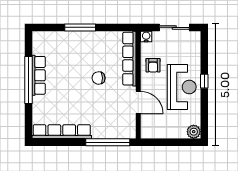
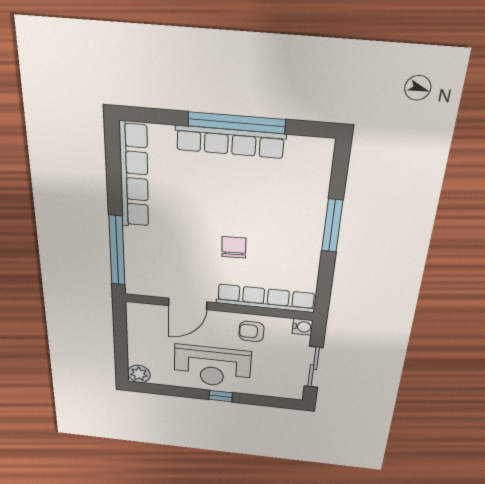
row of seats: (39, 75) -> (230, 142), width x1.36

